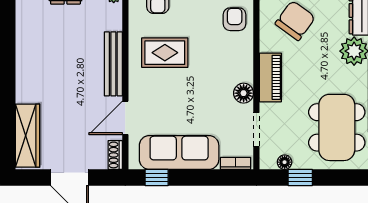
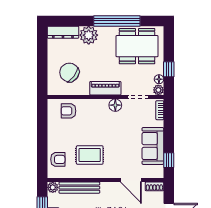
rug: (165, 53) -> (90, 155), turned 90
bench: (113, 64) -> (79, 188), moved
sofa: (179, 152) -> (153, 146), width x0.73
plant: (268, 161) -> (158, 90), added

